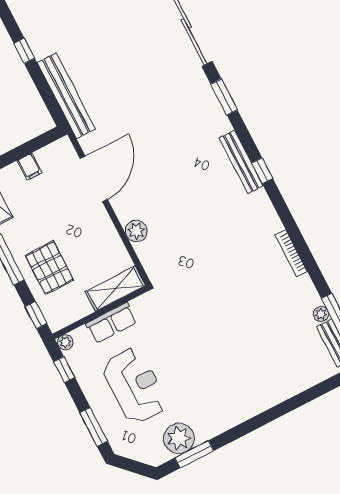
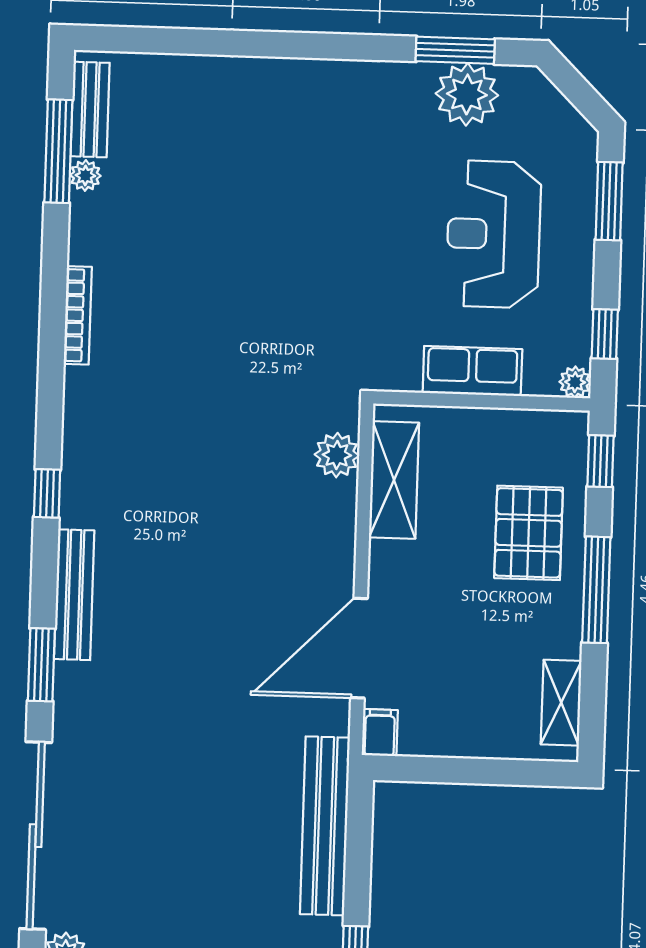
bench: (241, 162) -> (74, 595), moved
filing cabinet: (29, 167) -> (380, 733), moved
plant: (136, 231) -> (337, 455), moved
shelving: (115, 289) -> (394, 480), moved, turned 90

